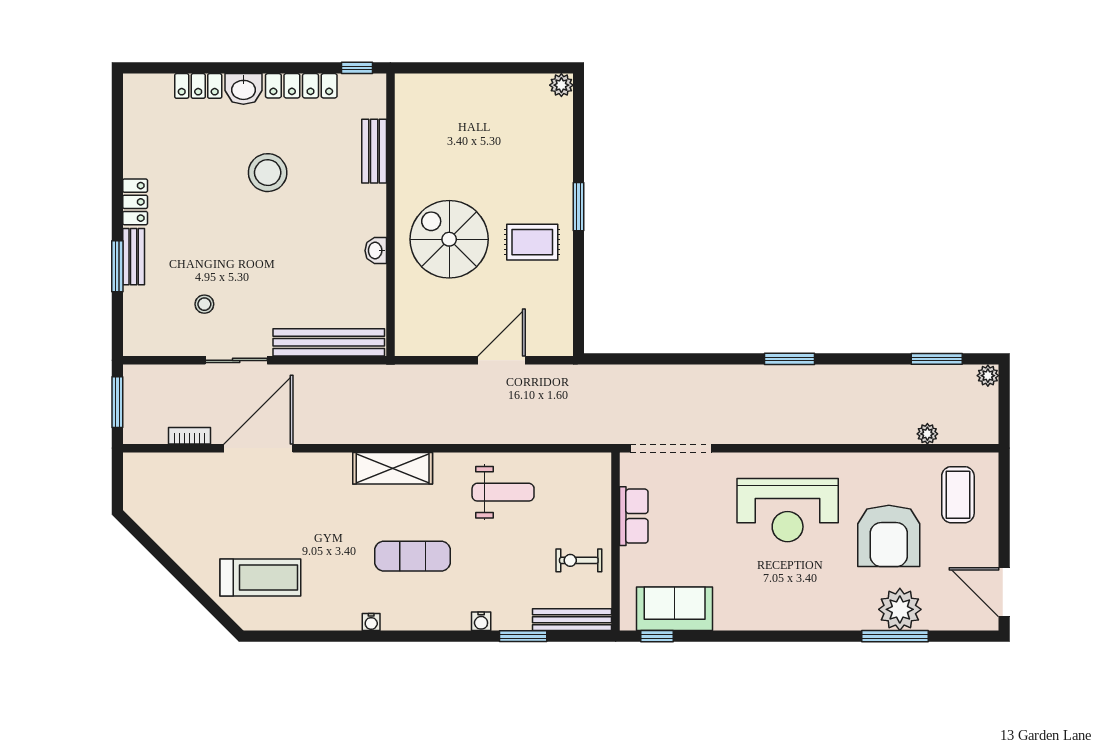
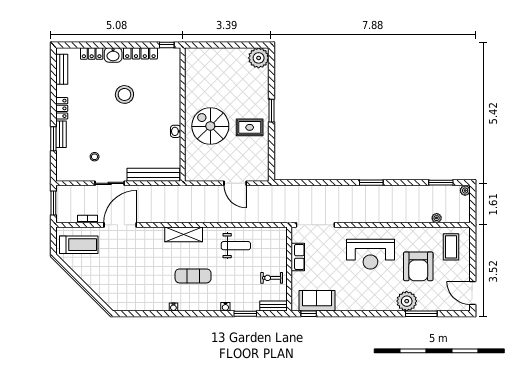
plant: (561, 85) -> (259, 58), width x1.88, depth x1.88
bench: (374, 151) -> (62, 69), moved
door: (502, 360) -> (235, 183), swing flipped
treadmill: (260, 578) -> (79, 245), moved
plant: (900, 609) -> (407, 301), moved
bench: (572, 620) -> (273, 306), width x0.73

